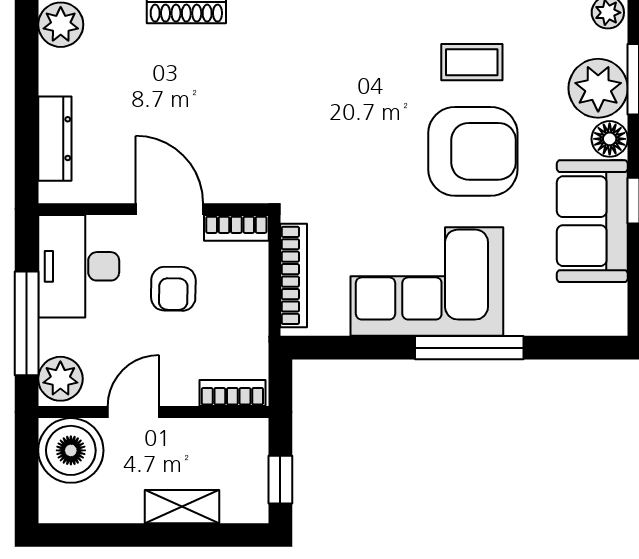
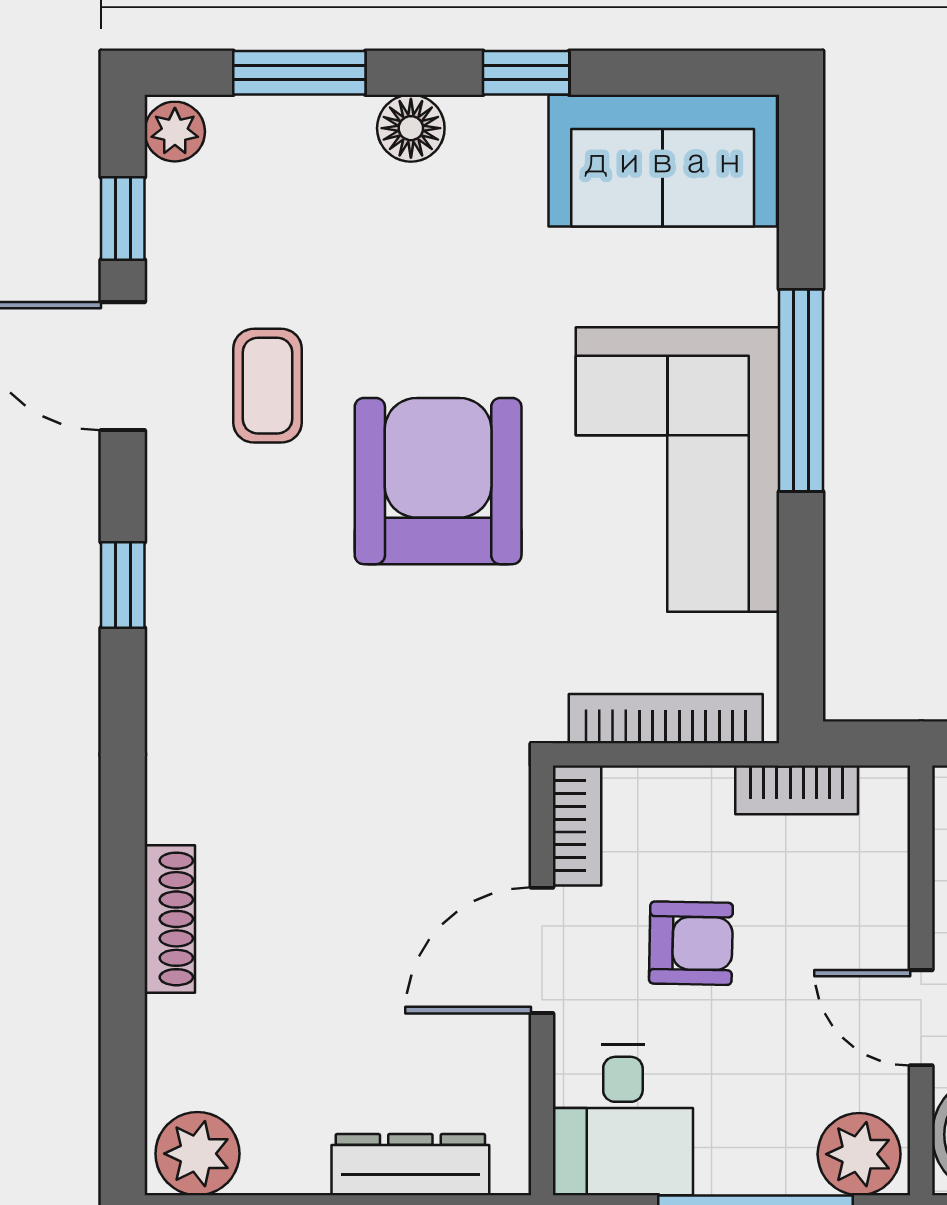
plant: (598, 88) -> (316, 150), removed
armchair: (473, 151) -> (438, 481), moved
sofa: (592, 221) -> (663, 161), moved
desk: (79, 266) -> (623, 1120), width x0.73
bookcase: (232, 393) -> (797, 790), moved, turned -90

